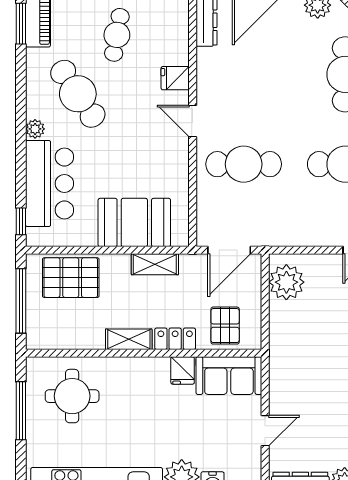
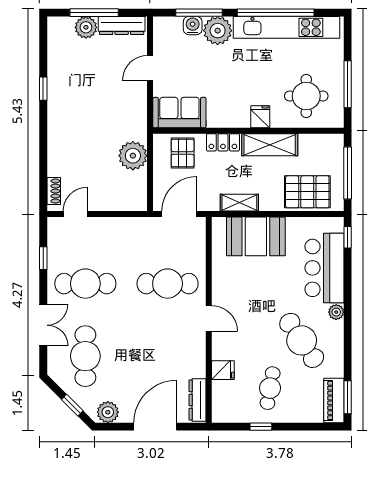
fridge: (175, 78) -> (223, 370), moved
plant: (286, 282) -> (133, 156), moved
shelving: (129, 339) -> (270, 145), width x1.50, depth x1.33
fridge: (183, 370) -> (260, 117), moved

